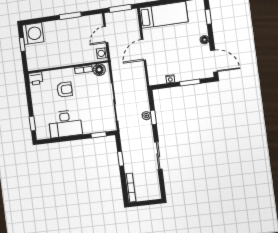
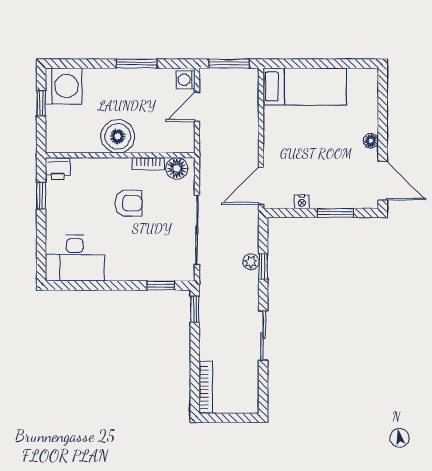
window: (208, 17) -> (383, 101), removed
door: (143, 50) -> (261, 186), moved
washing machine: (102, 53) -> (186, 80), moved
boiler: (65, 57) -> (118, 136), added
armchair: (65, 90) -> (129, 203), moved
window: (32, 124) -> (41, 196), moved
desk: (65, 124) -> (75, 258), moved
window: (121, 159) -> (195, 309), moved

